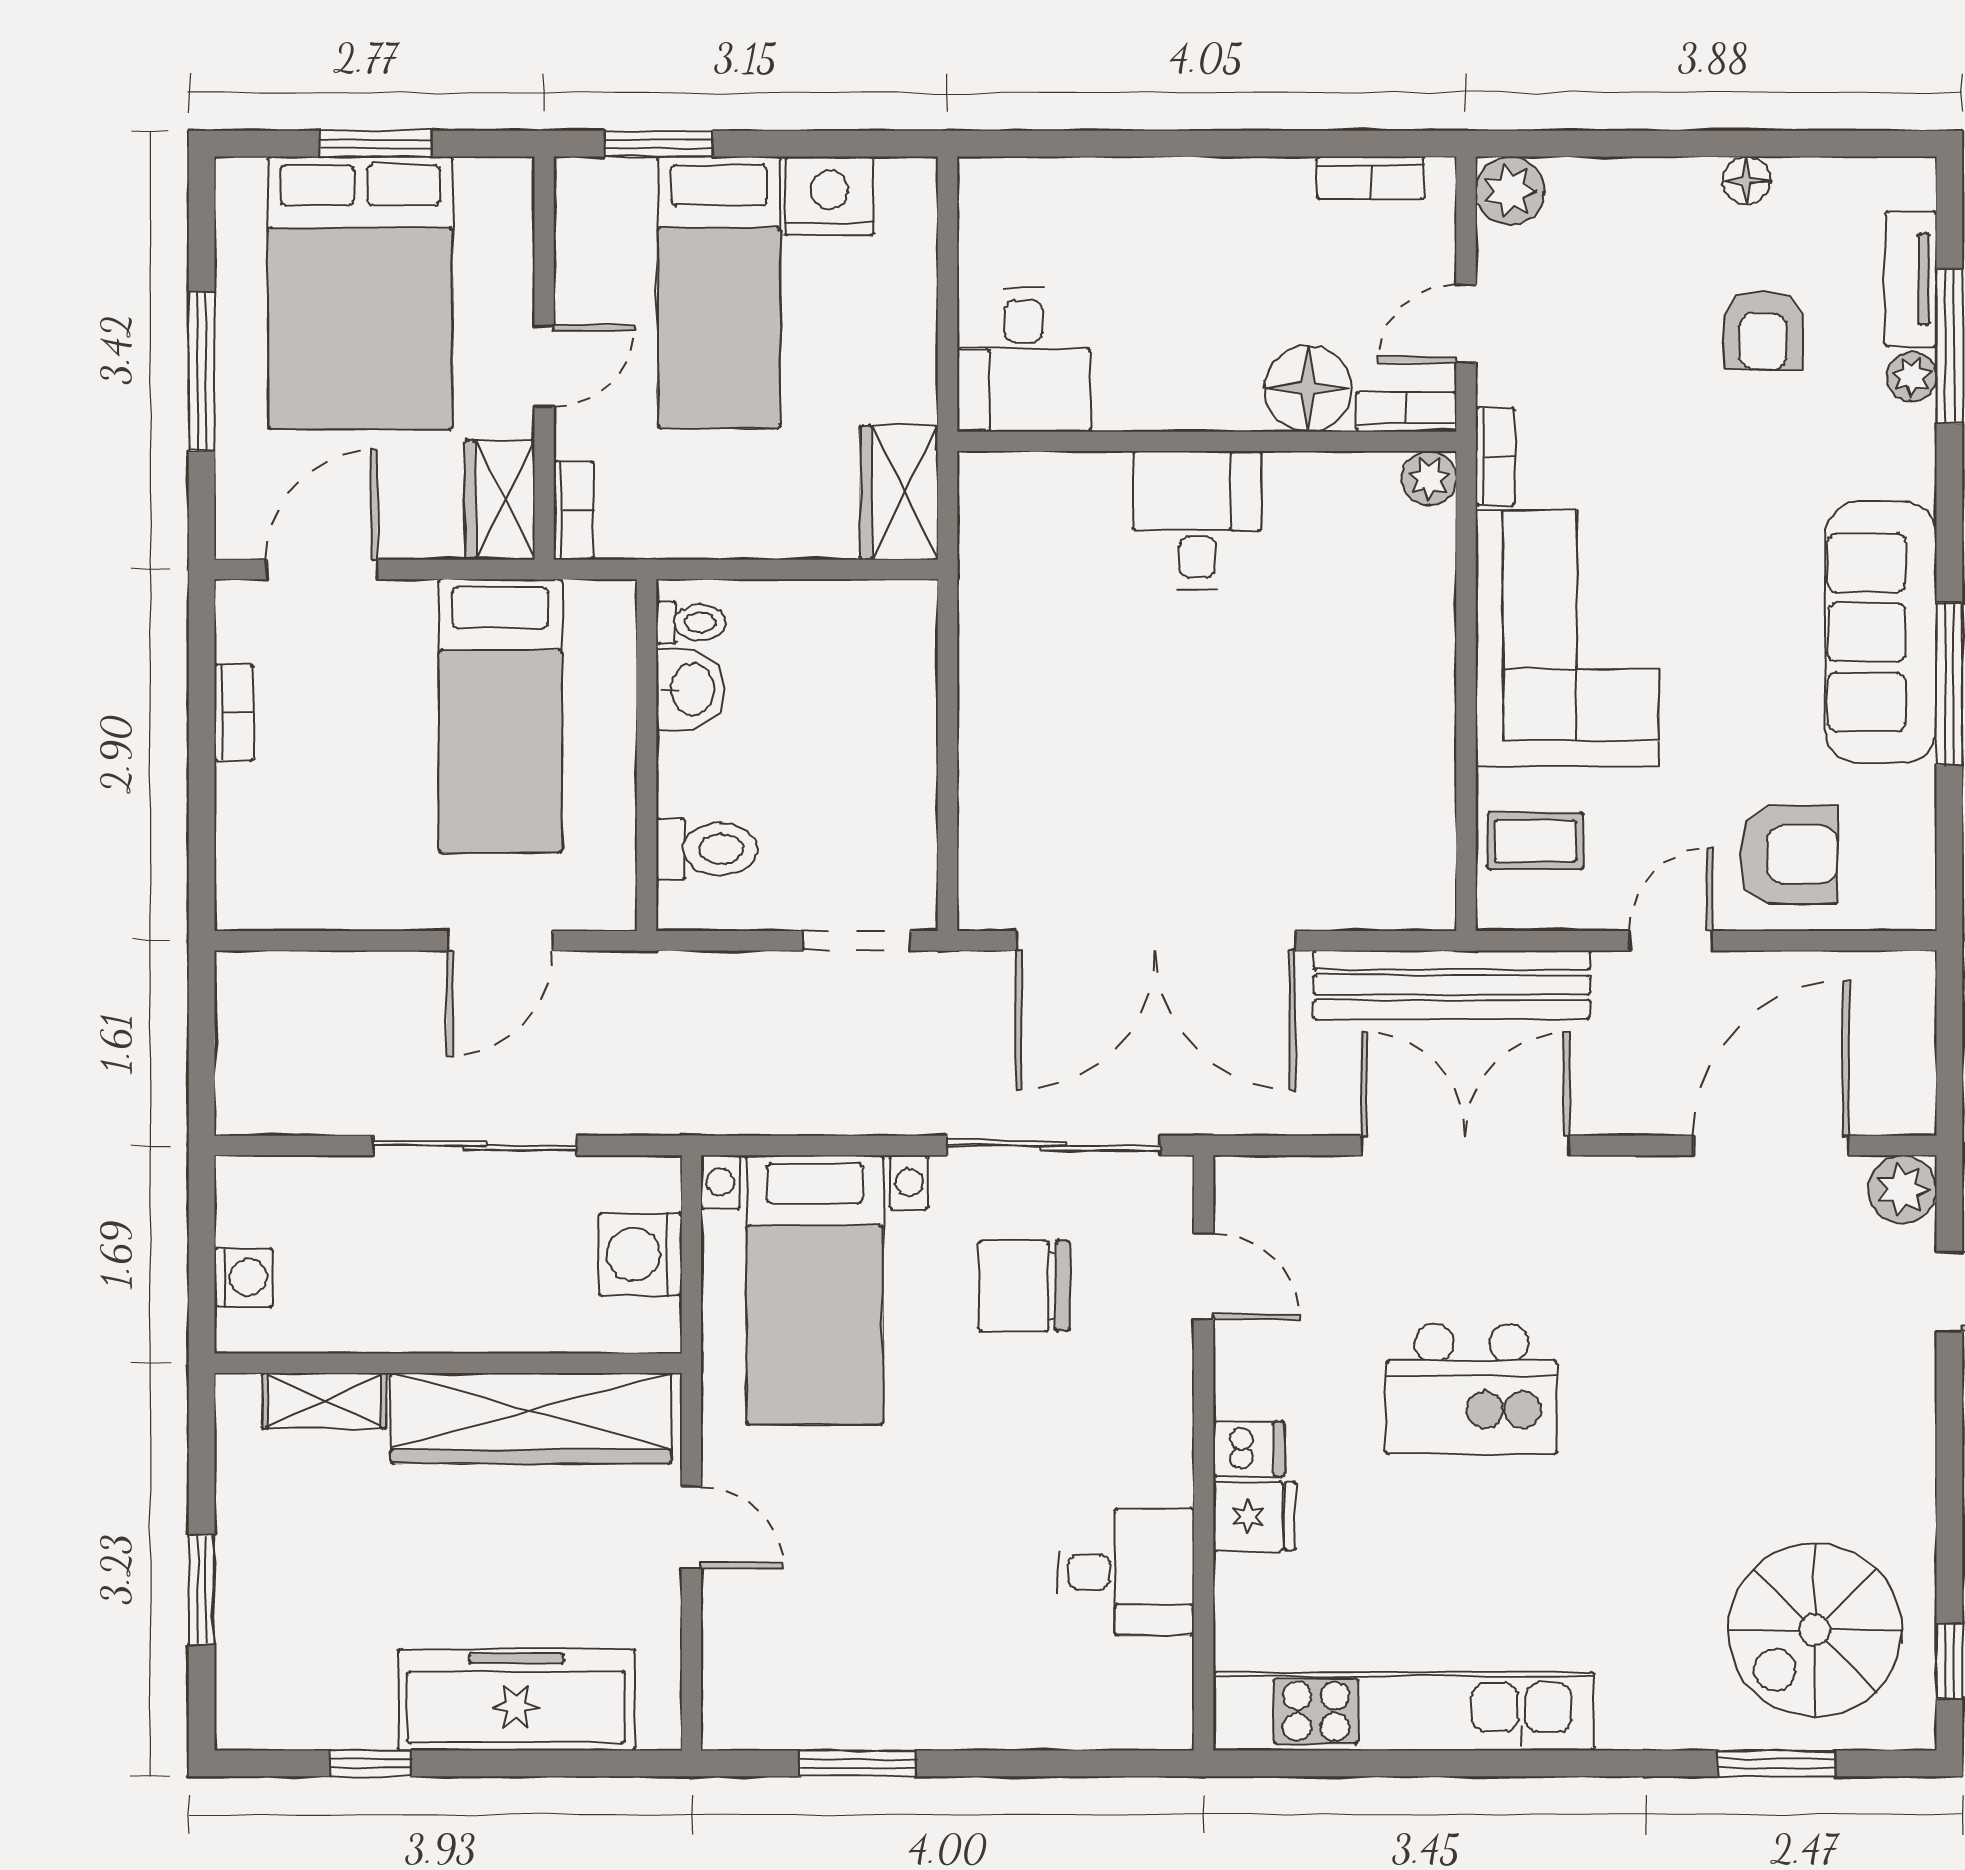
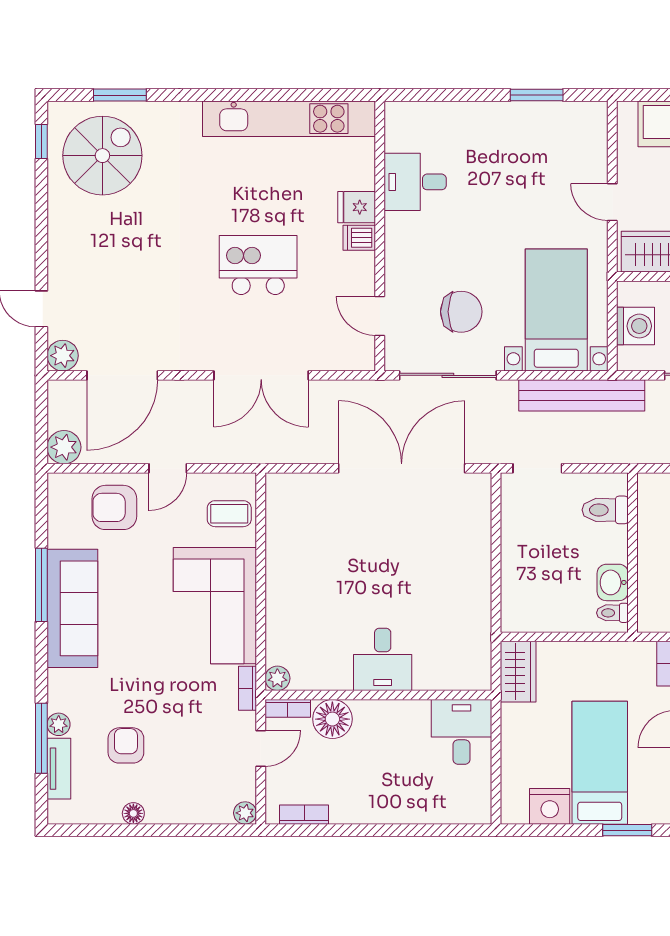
plant: (1510, 191) -> (245, 813), width x0.73, depth x0.73
bench: (1452, 985) -> (582, 395), moved
plant: (1900, 987) -> (64, 447), added

